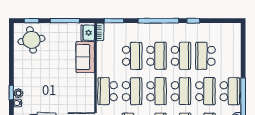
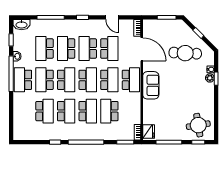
school desk: (157, 56) -> (88, 111), turned 180
school desk: (181, 56) -> (66, 111), turned 180
sofa: (85, 57) -> (151, 85), moved
school desk: (132, 91) -> (109, 80), turned 180
school desk: (157, 91) -> (88, 80), turned 180
school desk: (181, 91) -> (66, 80), turned 180

